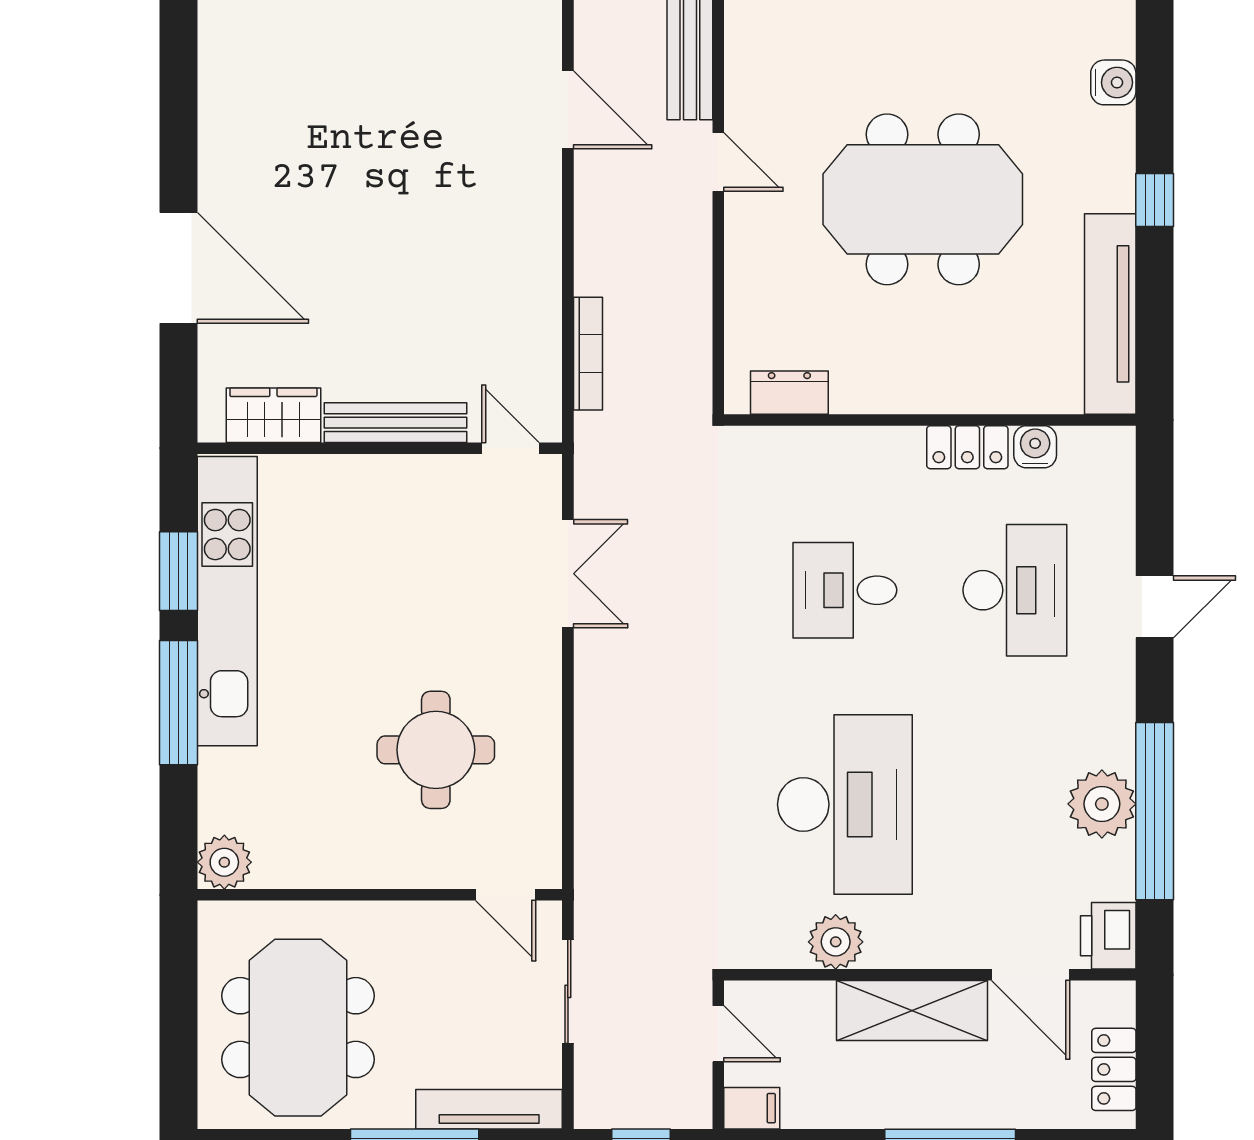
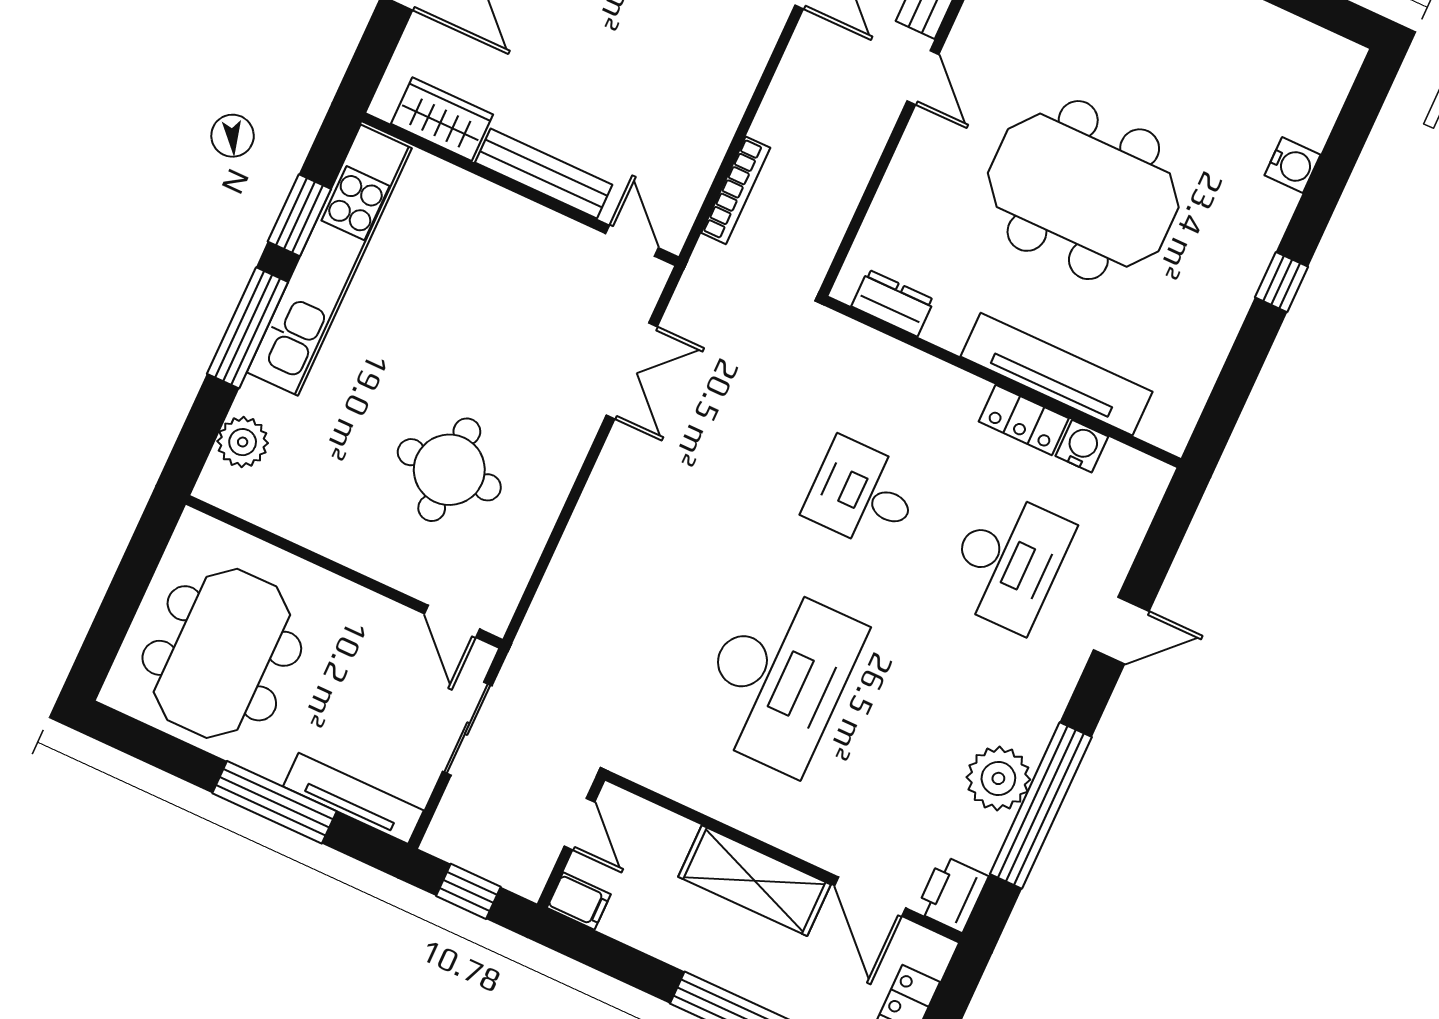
tv unit: (1110, 314) -> (1056, 374), moved, turned 90
plant: (224, 862) -> (243, 442), moved
plant: (836, 942) -> (716, 792), removed

